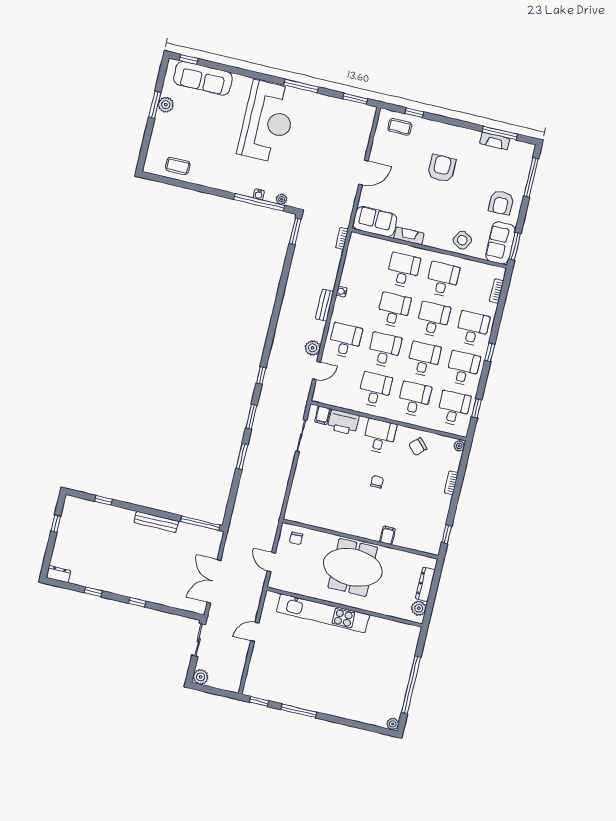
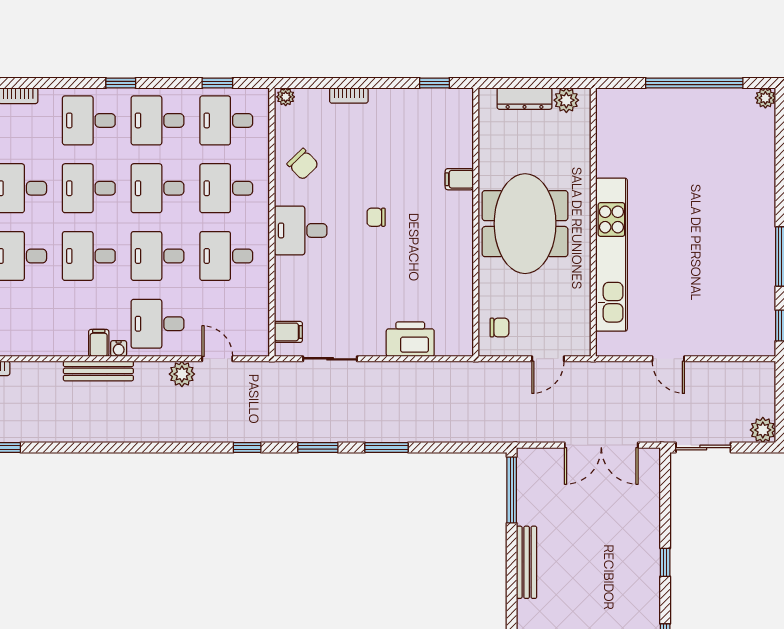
water cooler: (342, 292) -> (119, 348), moved
filing cabinet: (342, 304) -> (99, 343), added
bench: (325, 305) -> (98, 371), width x1.36
printer: (343, 422) -> (410, 339), moved, turned -90

